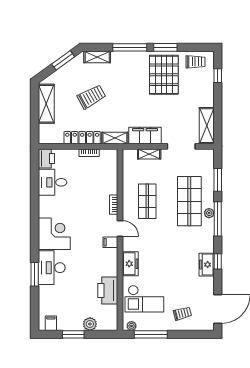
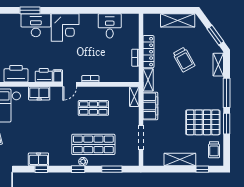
shelving: (207, 126) -> (180, 160), moved
shelving: (149, 154) -> (134, 97), moved
printer: (46, 158) -> (44, 75), moved, turned 180
window: (218, 219) -> (78, 169), width x0.46

